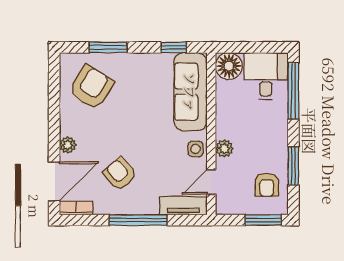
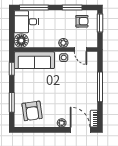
armchair: (91, 87) -> (32, 111), turned -130
armchair: (120, 174) -> (76, 96), removed
tv unit: (183, 206) -> (93, 64), removed

